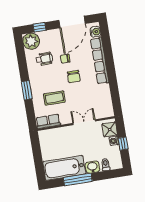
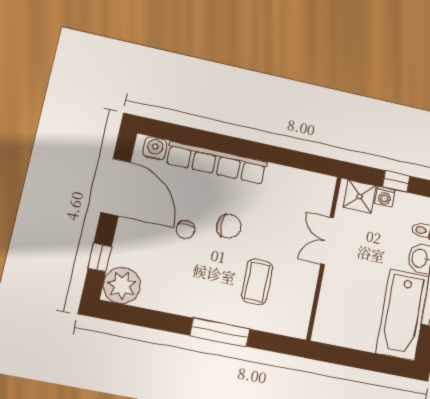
wheelchair: (44, 59) -> (169, 272), removed
window: (27, 90) -> (220, 332), width x1.44
row of seats: (48, 121) -> (299, 312), removed

